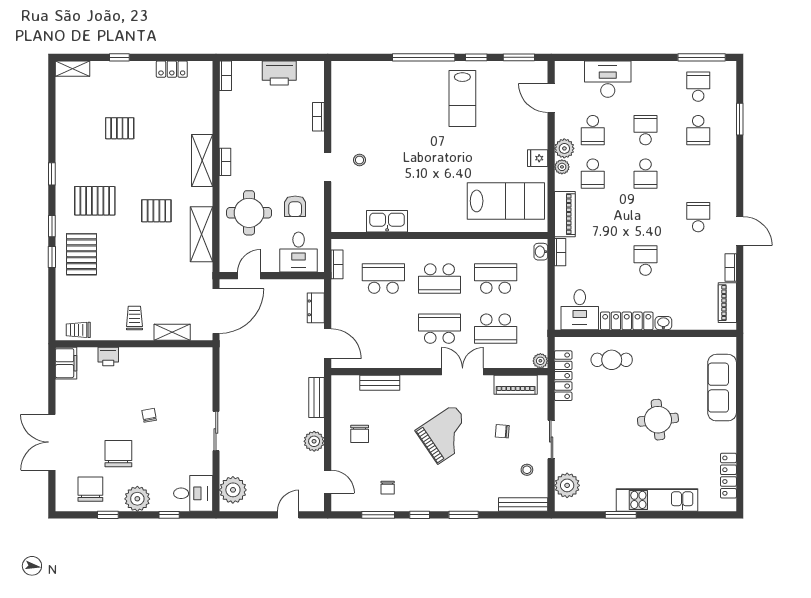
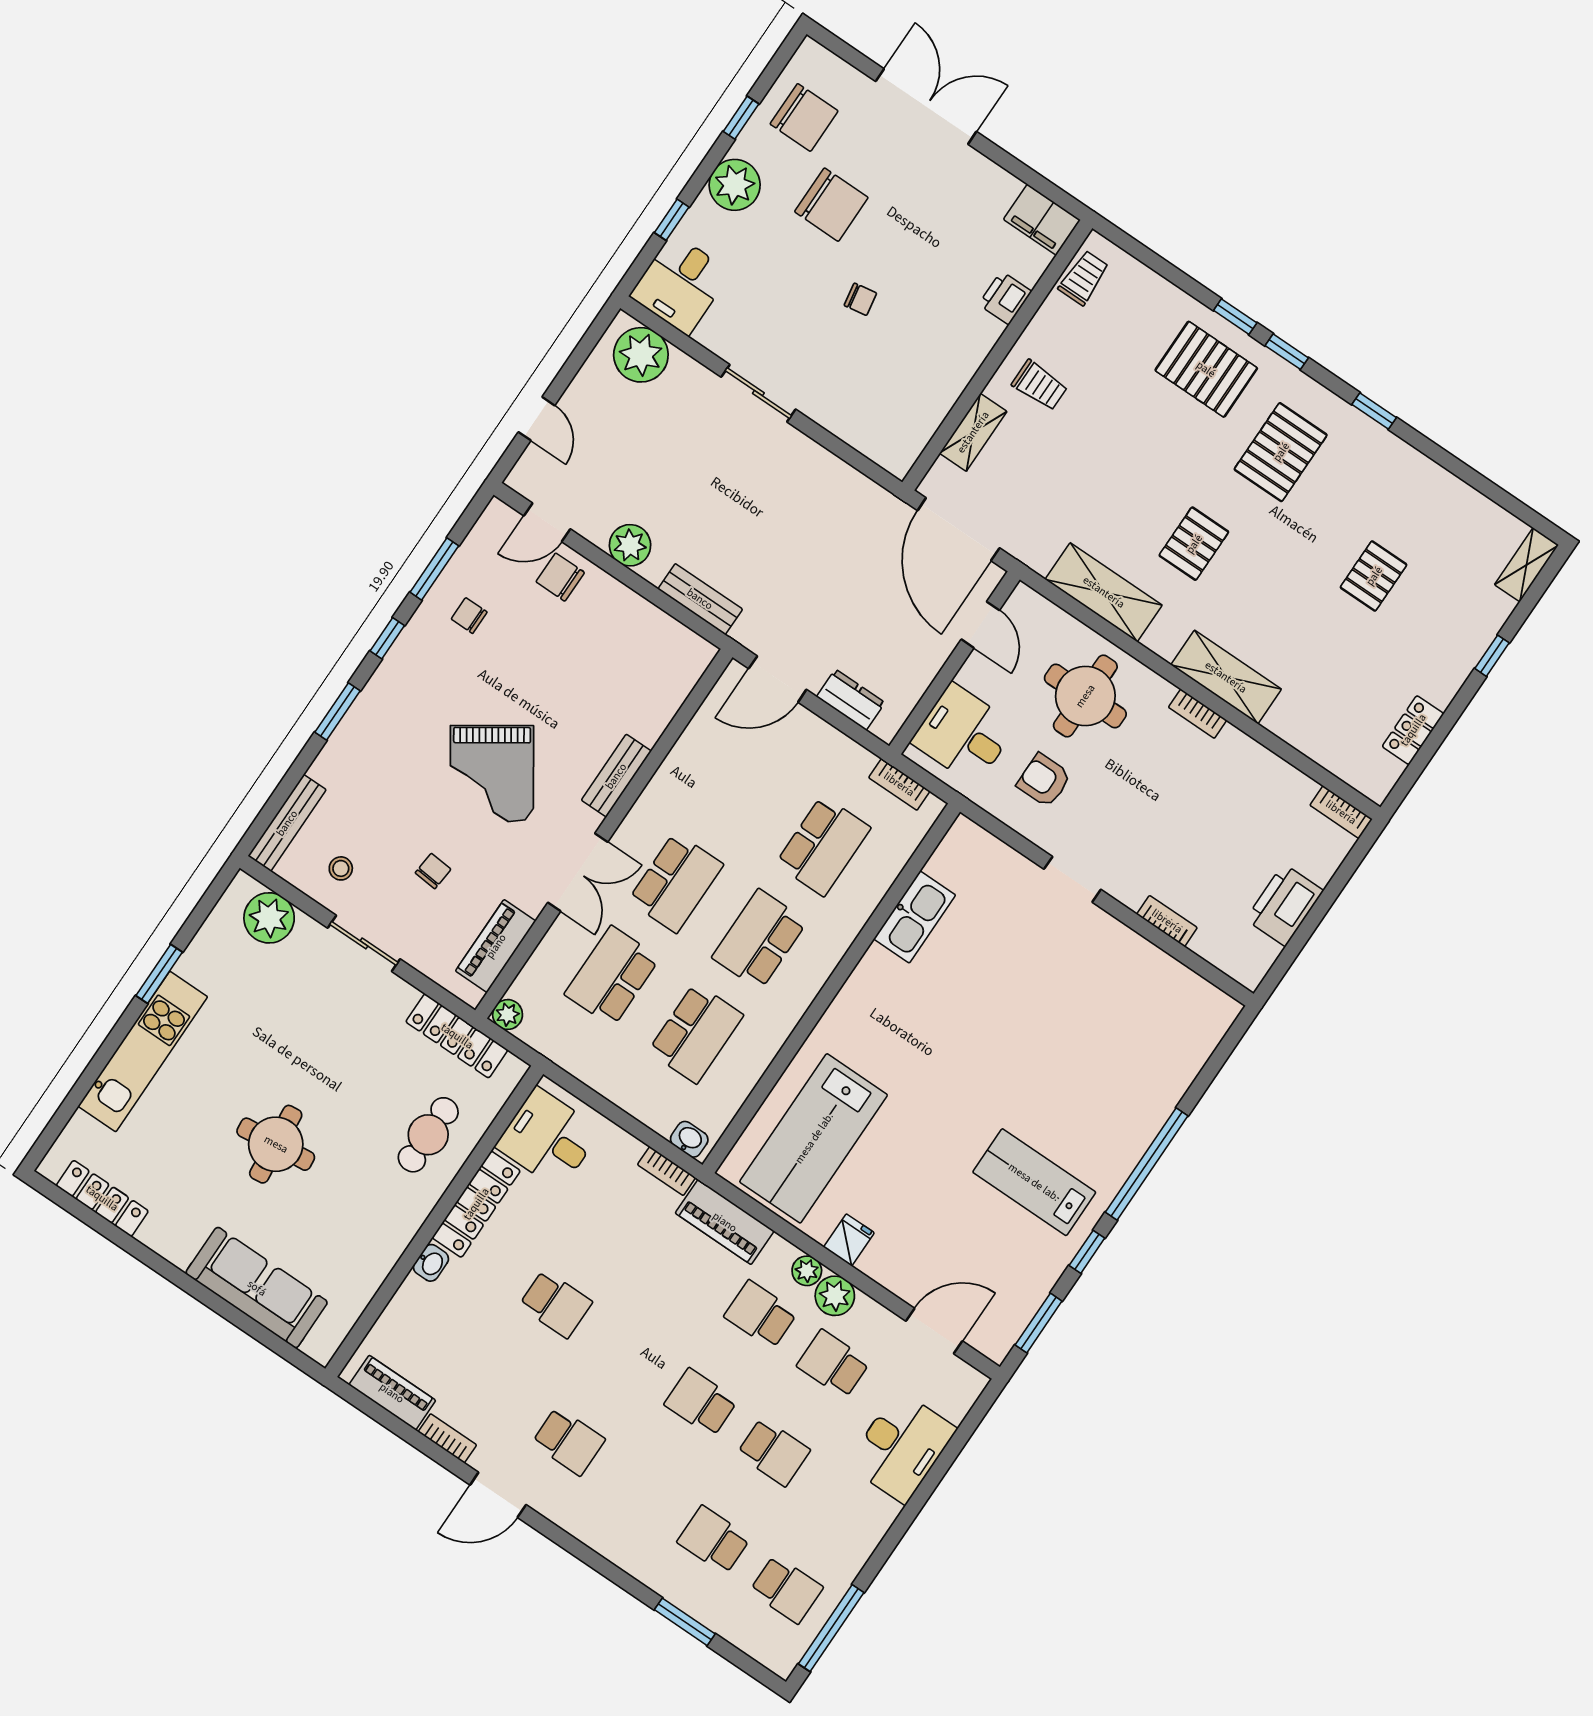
stool: (360, 160) -> (1048, 940), removed
bench: (380, 383) -> (616, 776), moved
chair: (360, 434) -> (560, 577), moved

